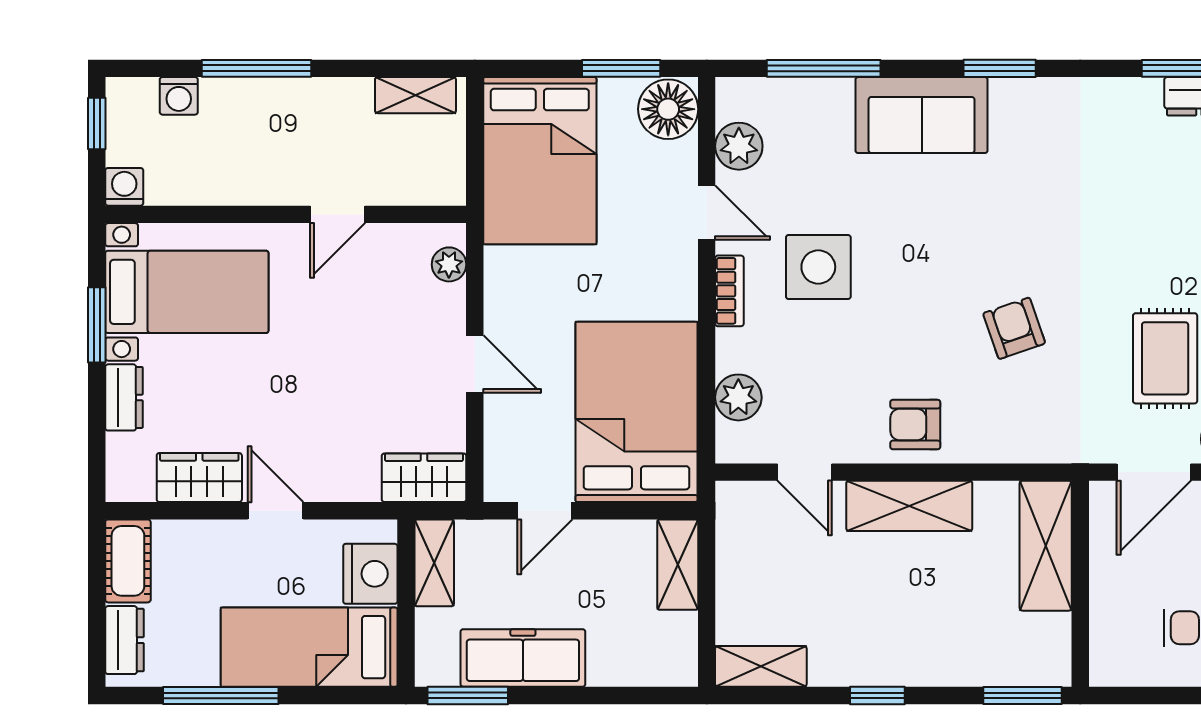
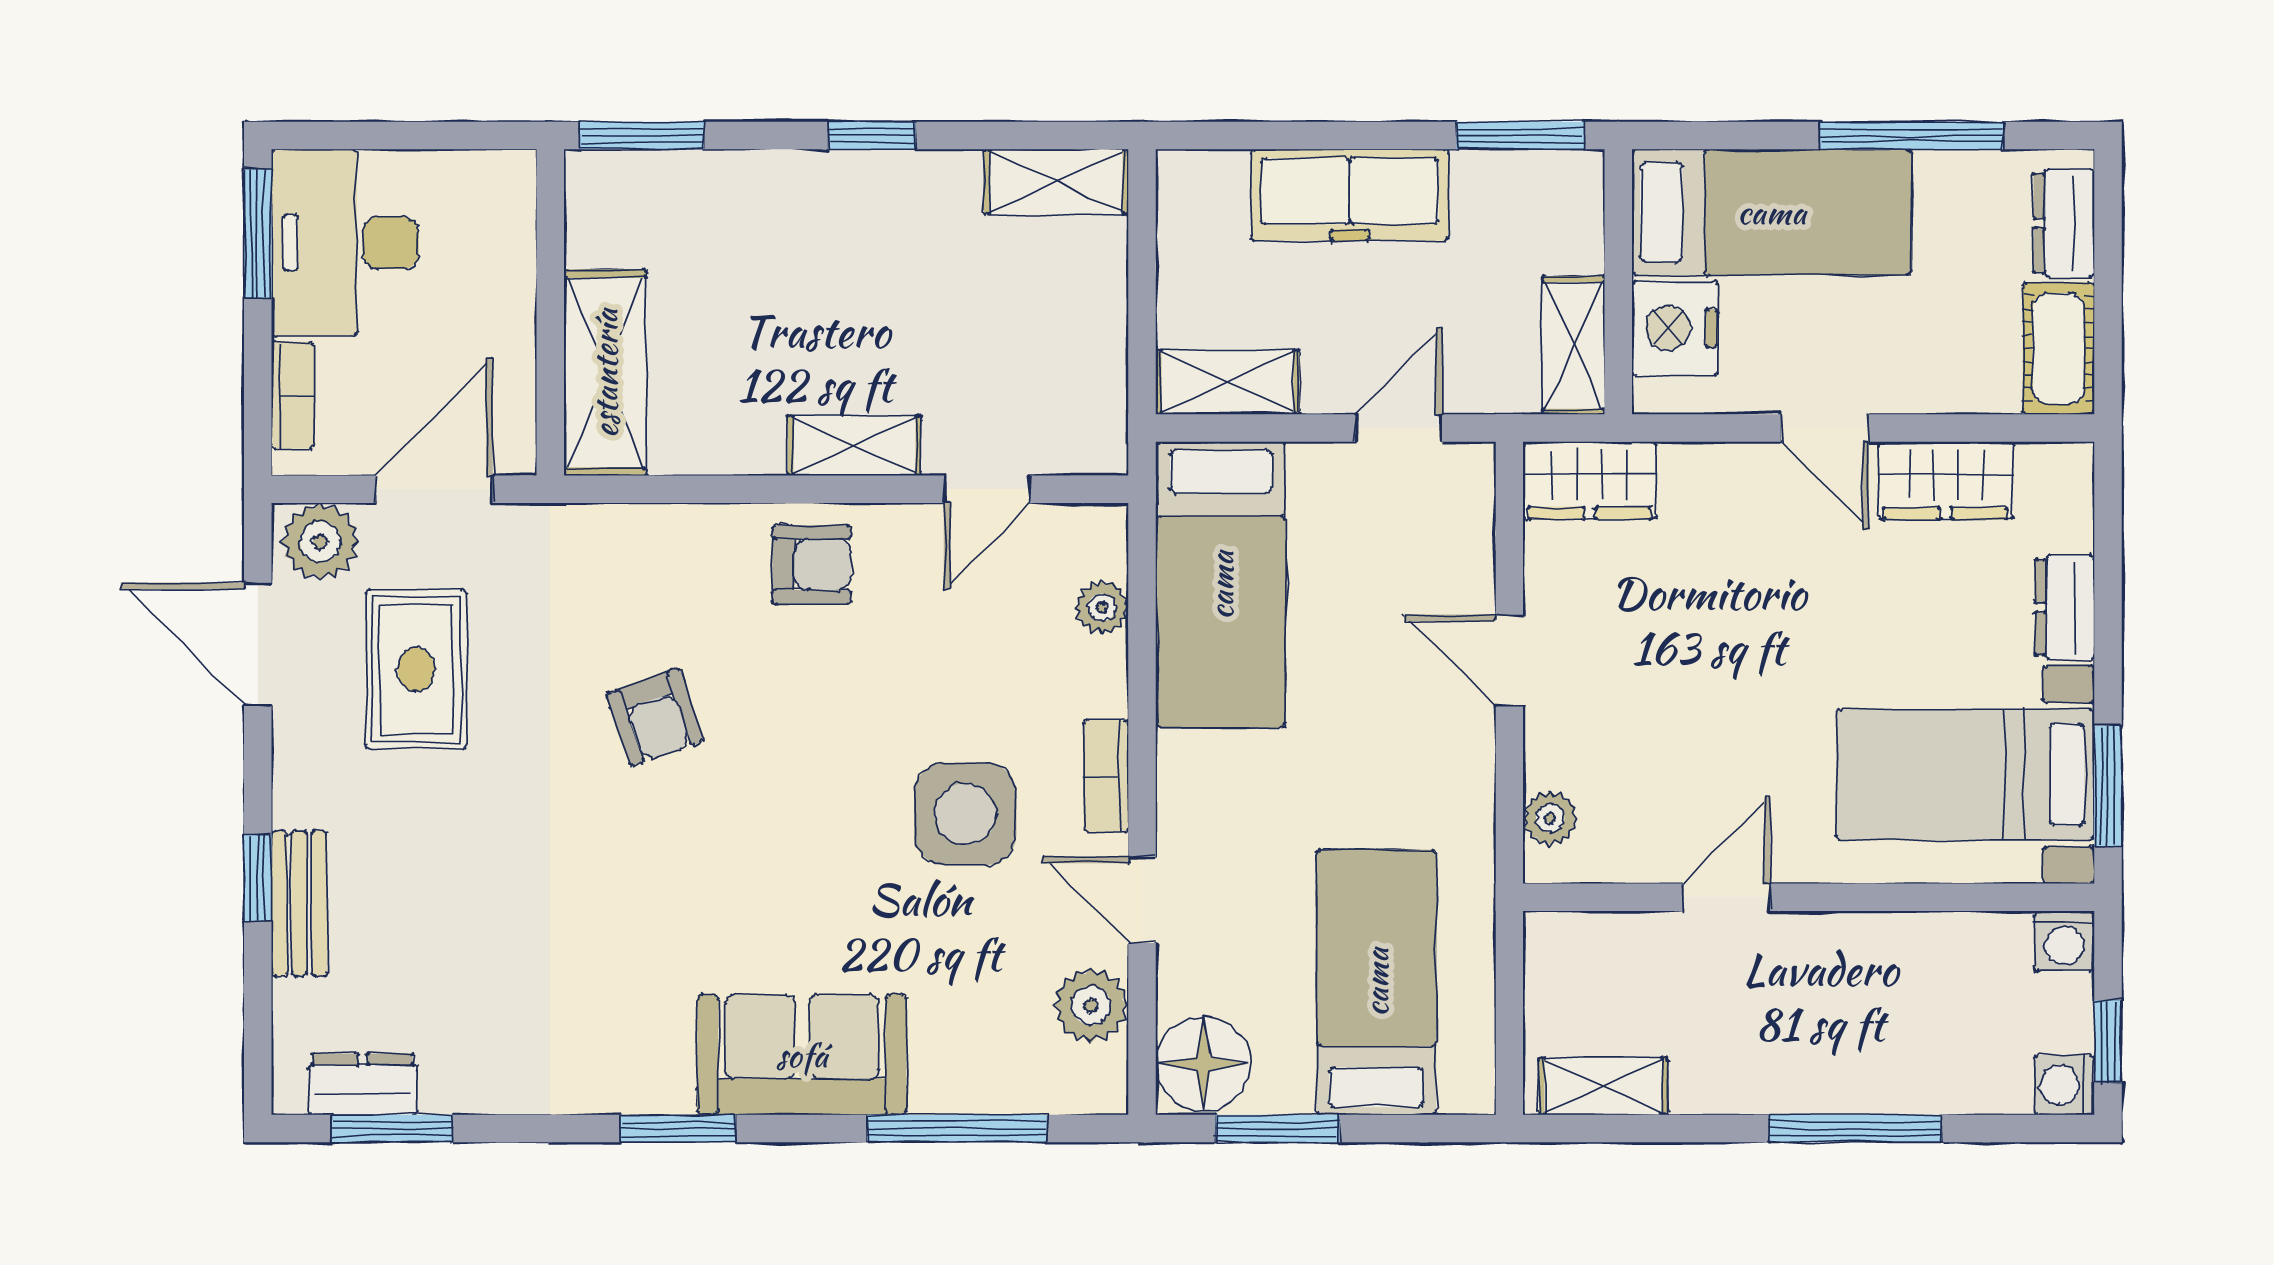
washing machine: (179, 96) -> (2064, 1085), moved, turned -90
bed: (540, 161) -> (1376, 982), width x0.67
window: (97, 325) -> (2108, 786), moved
plant: (738, 397) -> (1102, 608), width x0.73, depth x0.73
bed: (636, 412) -> (1221, 585), width x0.67
door: (805, 472) -> (987, 489), swing flipped
shelving: (909, 506) -> (855, 446), width x0.67, depth x0.75
shelving: (678, 565) -> (1227, 382), moved, turned 90
freezer: (523, 658) -> (1350, 195), moved

